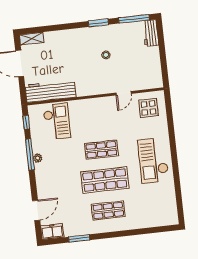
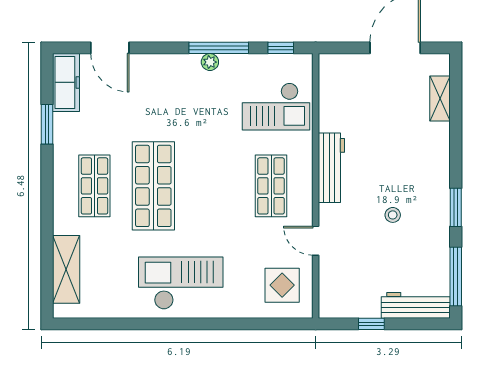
workbench: (151, 33) -> (416, 305), width x1.38
shelving: (32, 39) -> (440, 98), moved
window: (163, 60) -> (371, 324), added
workbench: (50, 91) -> (331, 168), moved, width x0.73, depth x0.76
shop shelf: (101, 150) -> (271, 186), moved
shelving: (153, 220) -> (66, 269), added
freezer: (52, 232) -> (66, 82), width x1.40

